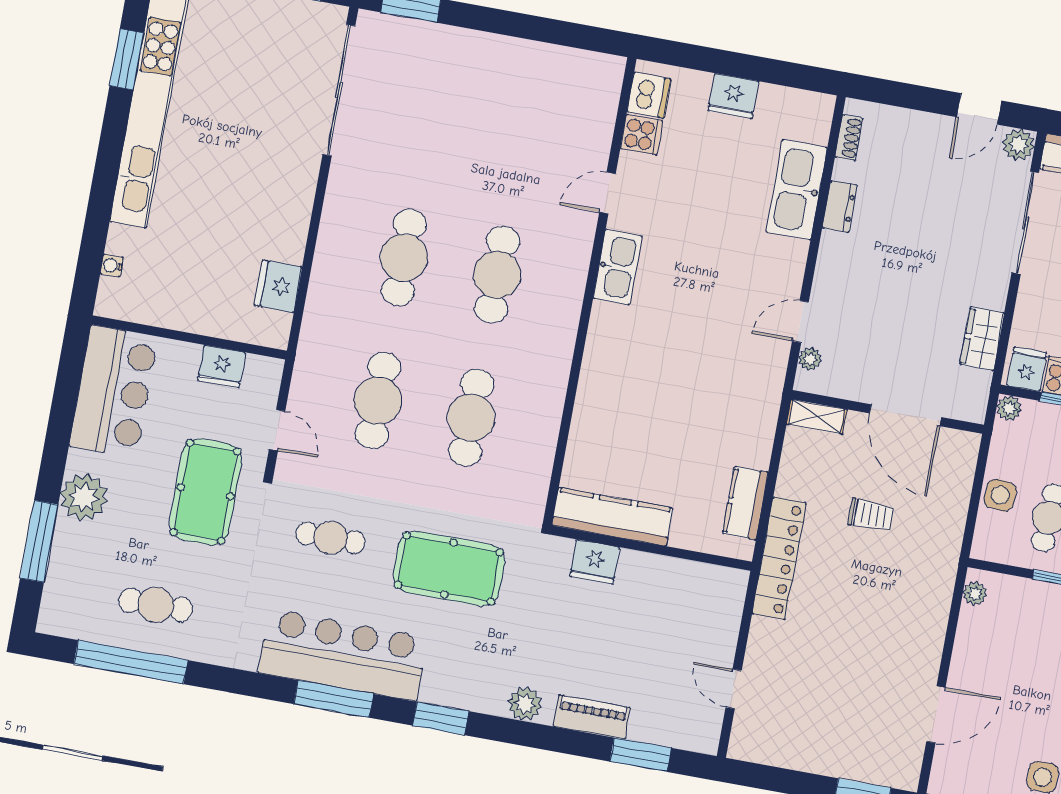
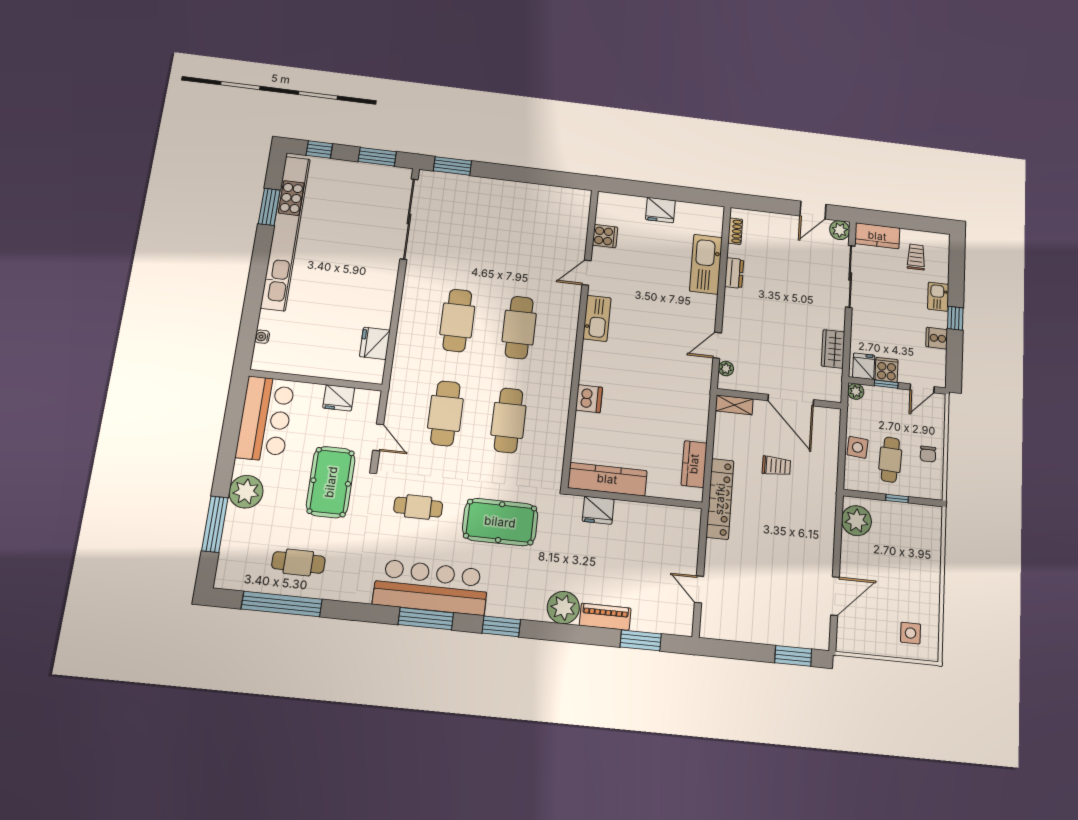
dishwasher: (649, 95) -> (589, 399), moved
plant: (975, 594) -> (856, 521), width x1.87, depth x1.87
plant: (525, 704) -> (563, 608), width x1.36, depth x1.36

